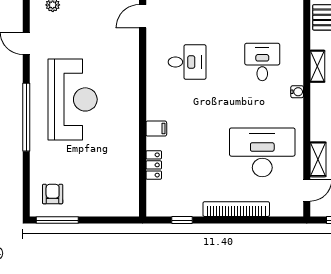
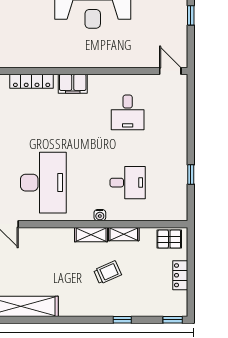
filing cabinet: (156, 129) -> (73, 84), width x2.00
shelving: (318, 159) -> (91, 235), moved
locker: (154, 165) -> (32, 81), width x1.53

